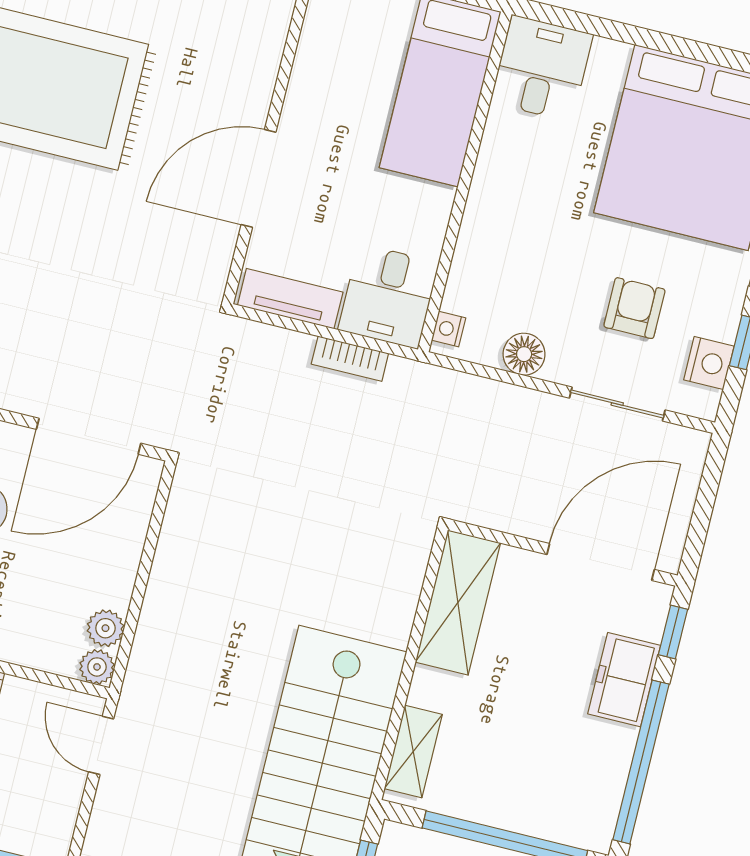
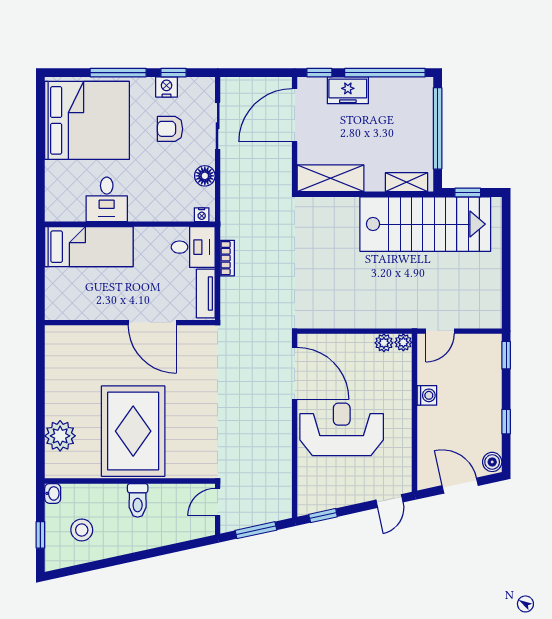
desk: (542, 68) -> (107, 199), moved, turned -90
nightstand: (709, 363) -> (167, 87), moved
door: (601, 562) -> (295, 115), hinge flipped

